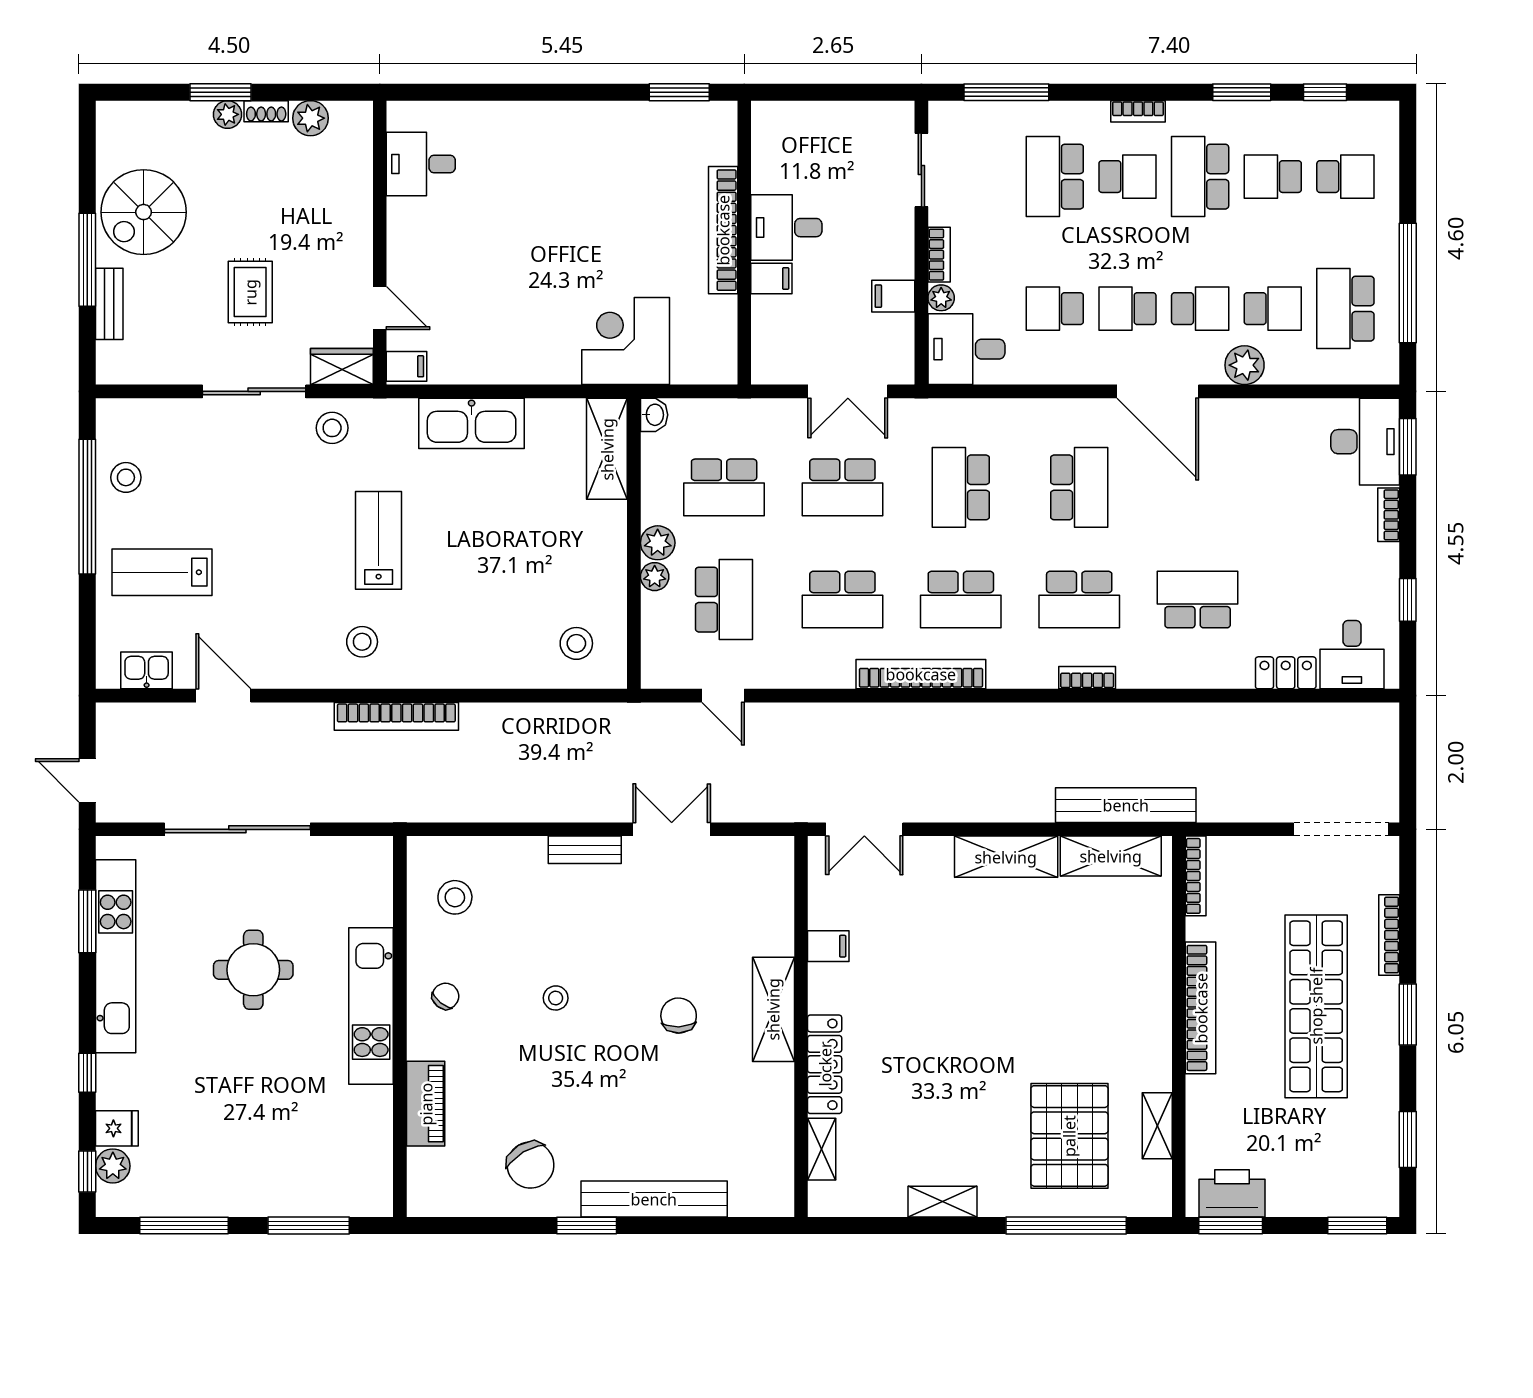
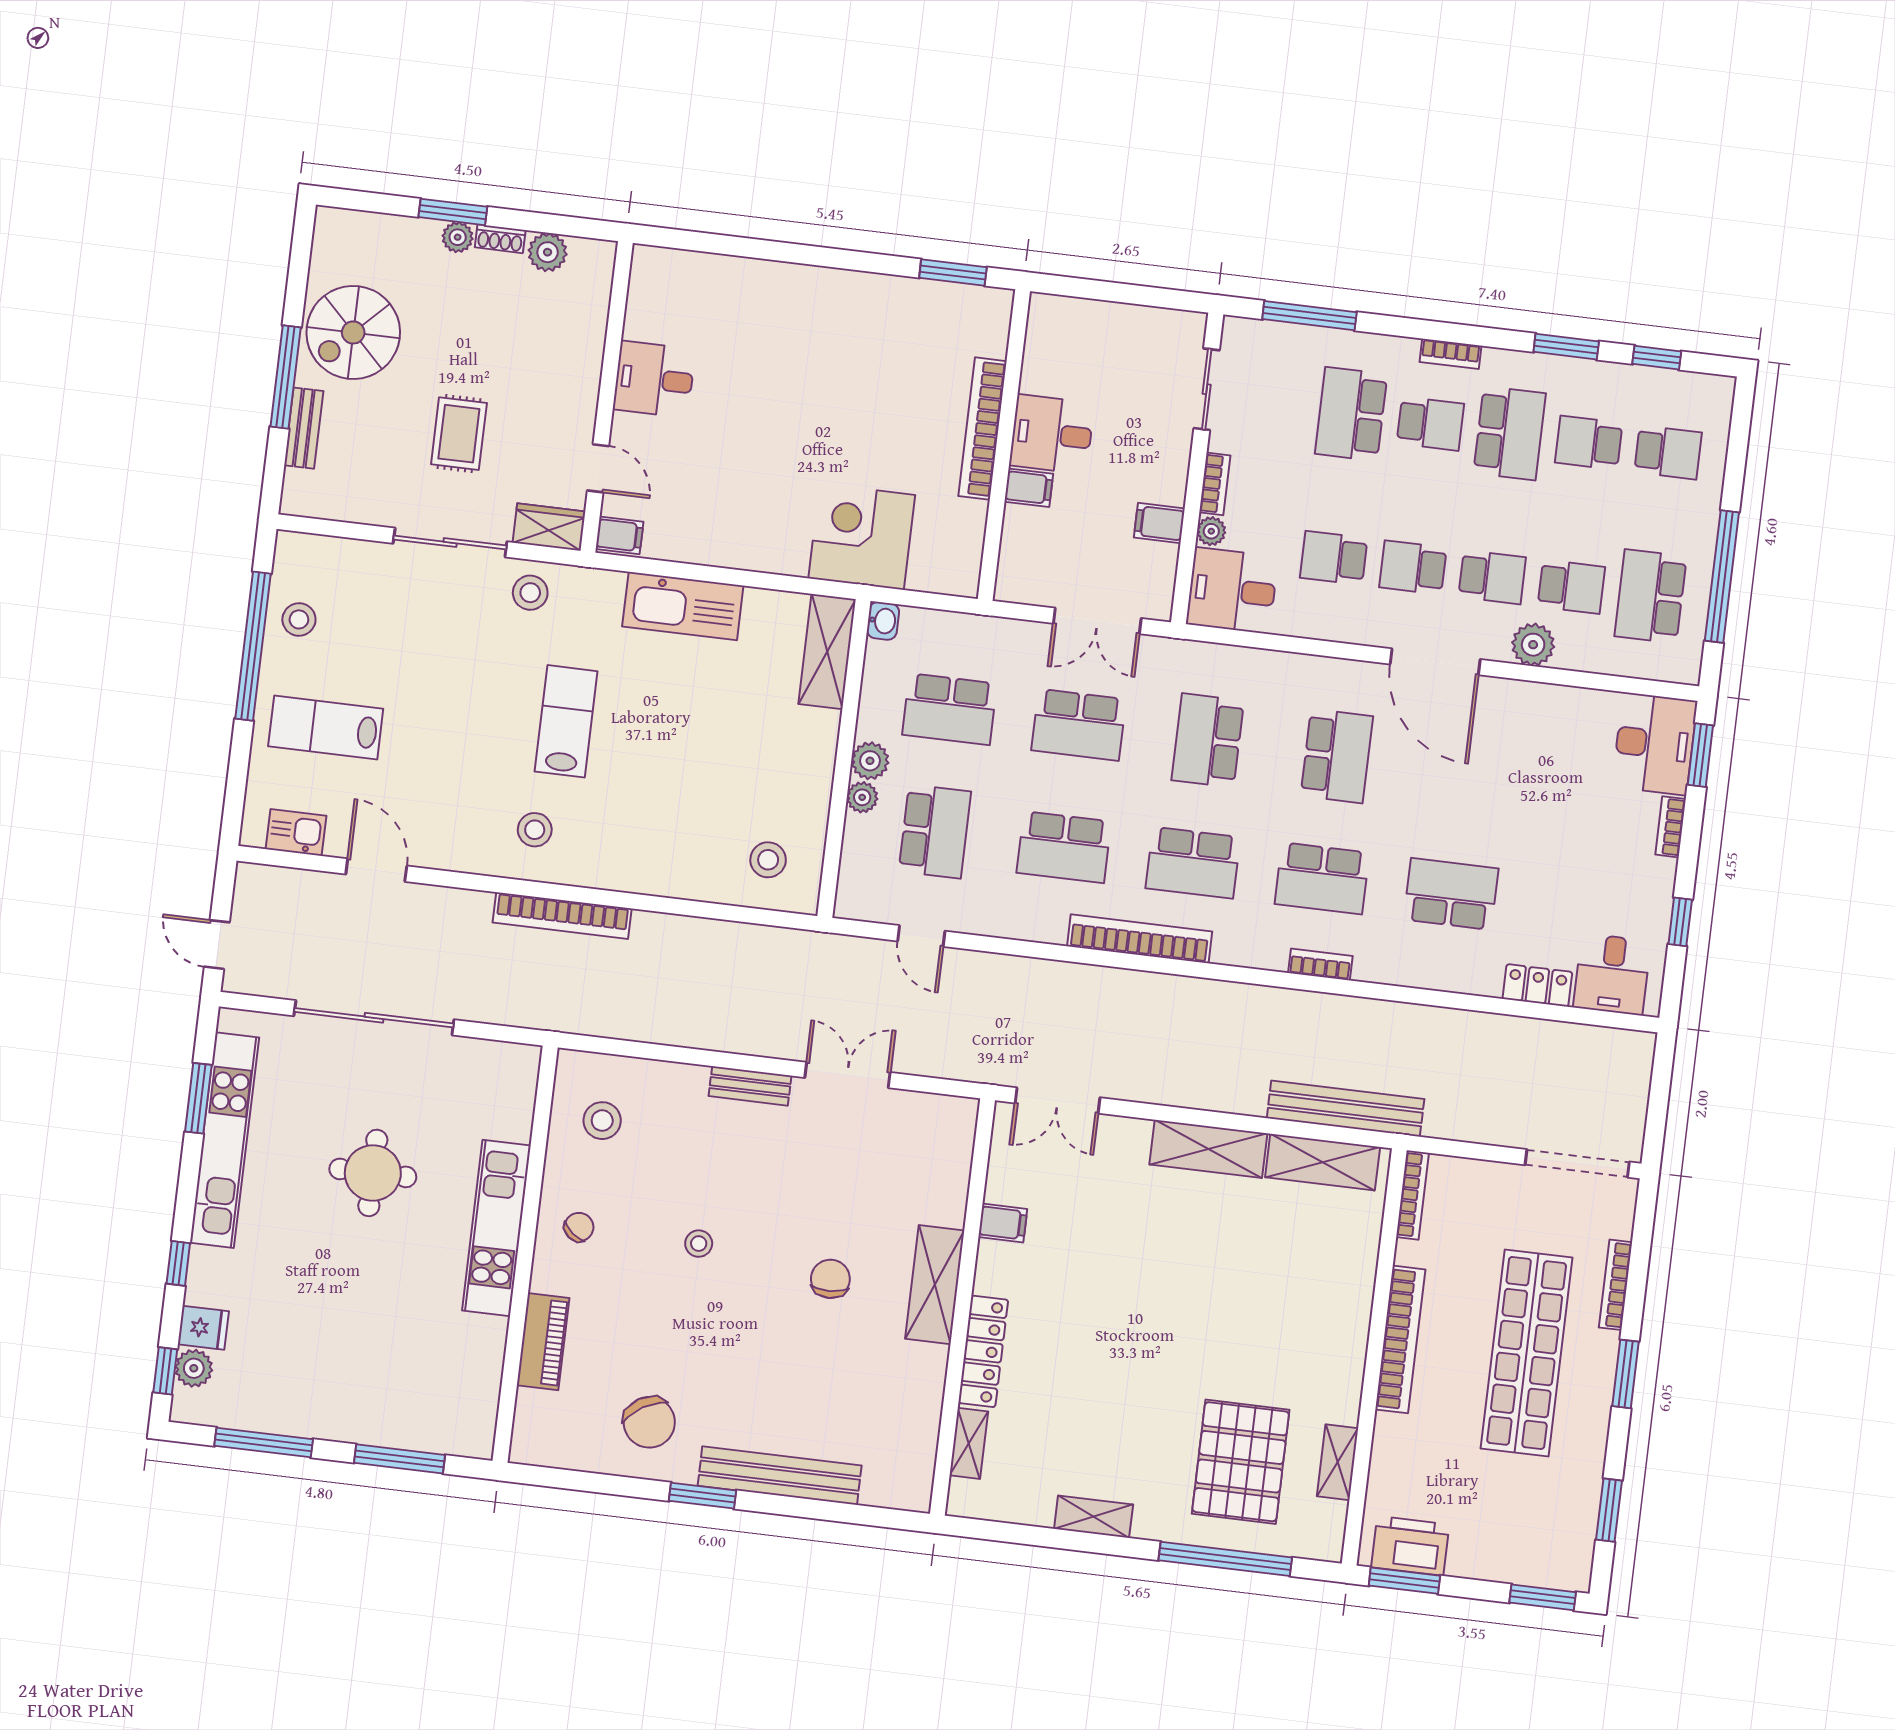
desk: (421, 164) -> (654, 379), moved
school desk: (1200, 177) -> (1510, 433), turned 180

